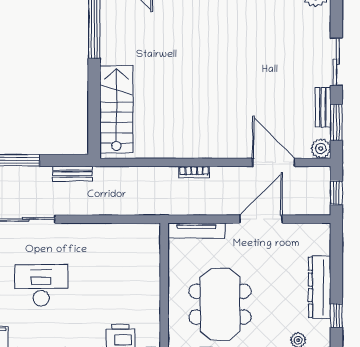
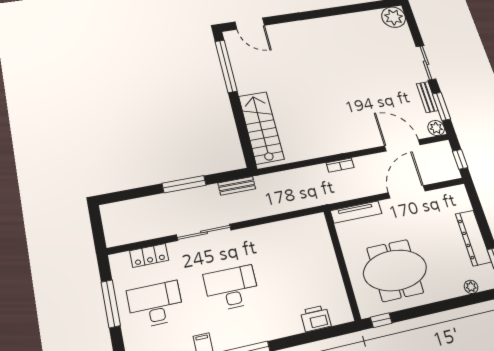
meeting table: (220, 304) -> (395, 270), turned 90

